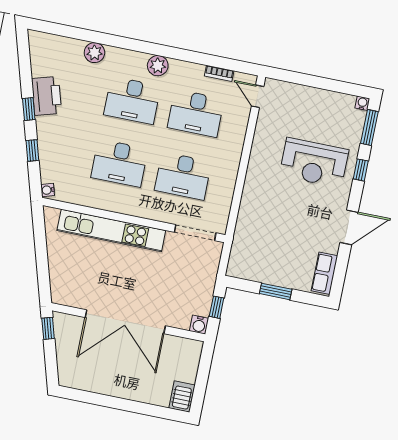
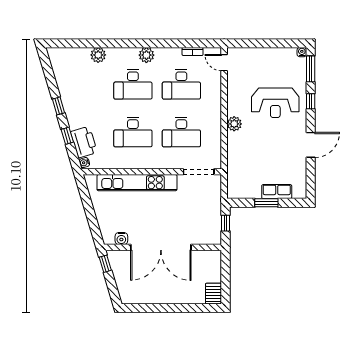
printer: (47, 96) -> (84, 142), moved
plant: (255, 179) -> (234, 124), added
row of seats: (324, 273) -> (277, 192), moved, turned 90
water cooler: (199, 325) -> (121, 239), moved

